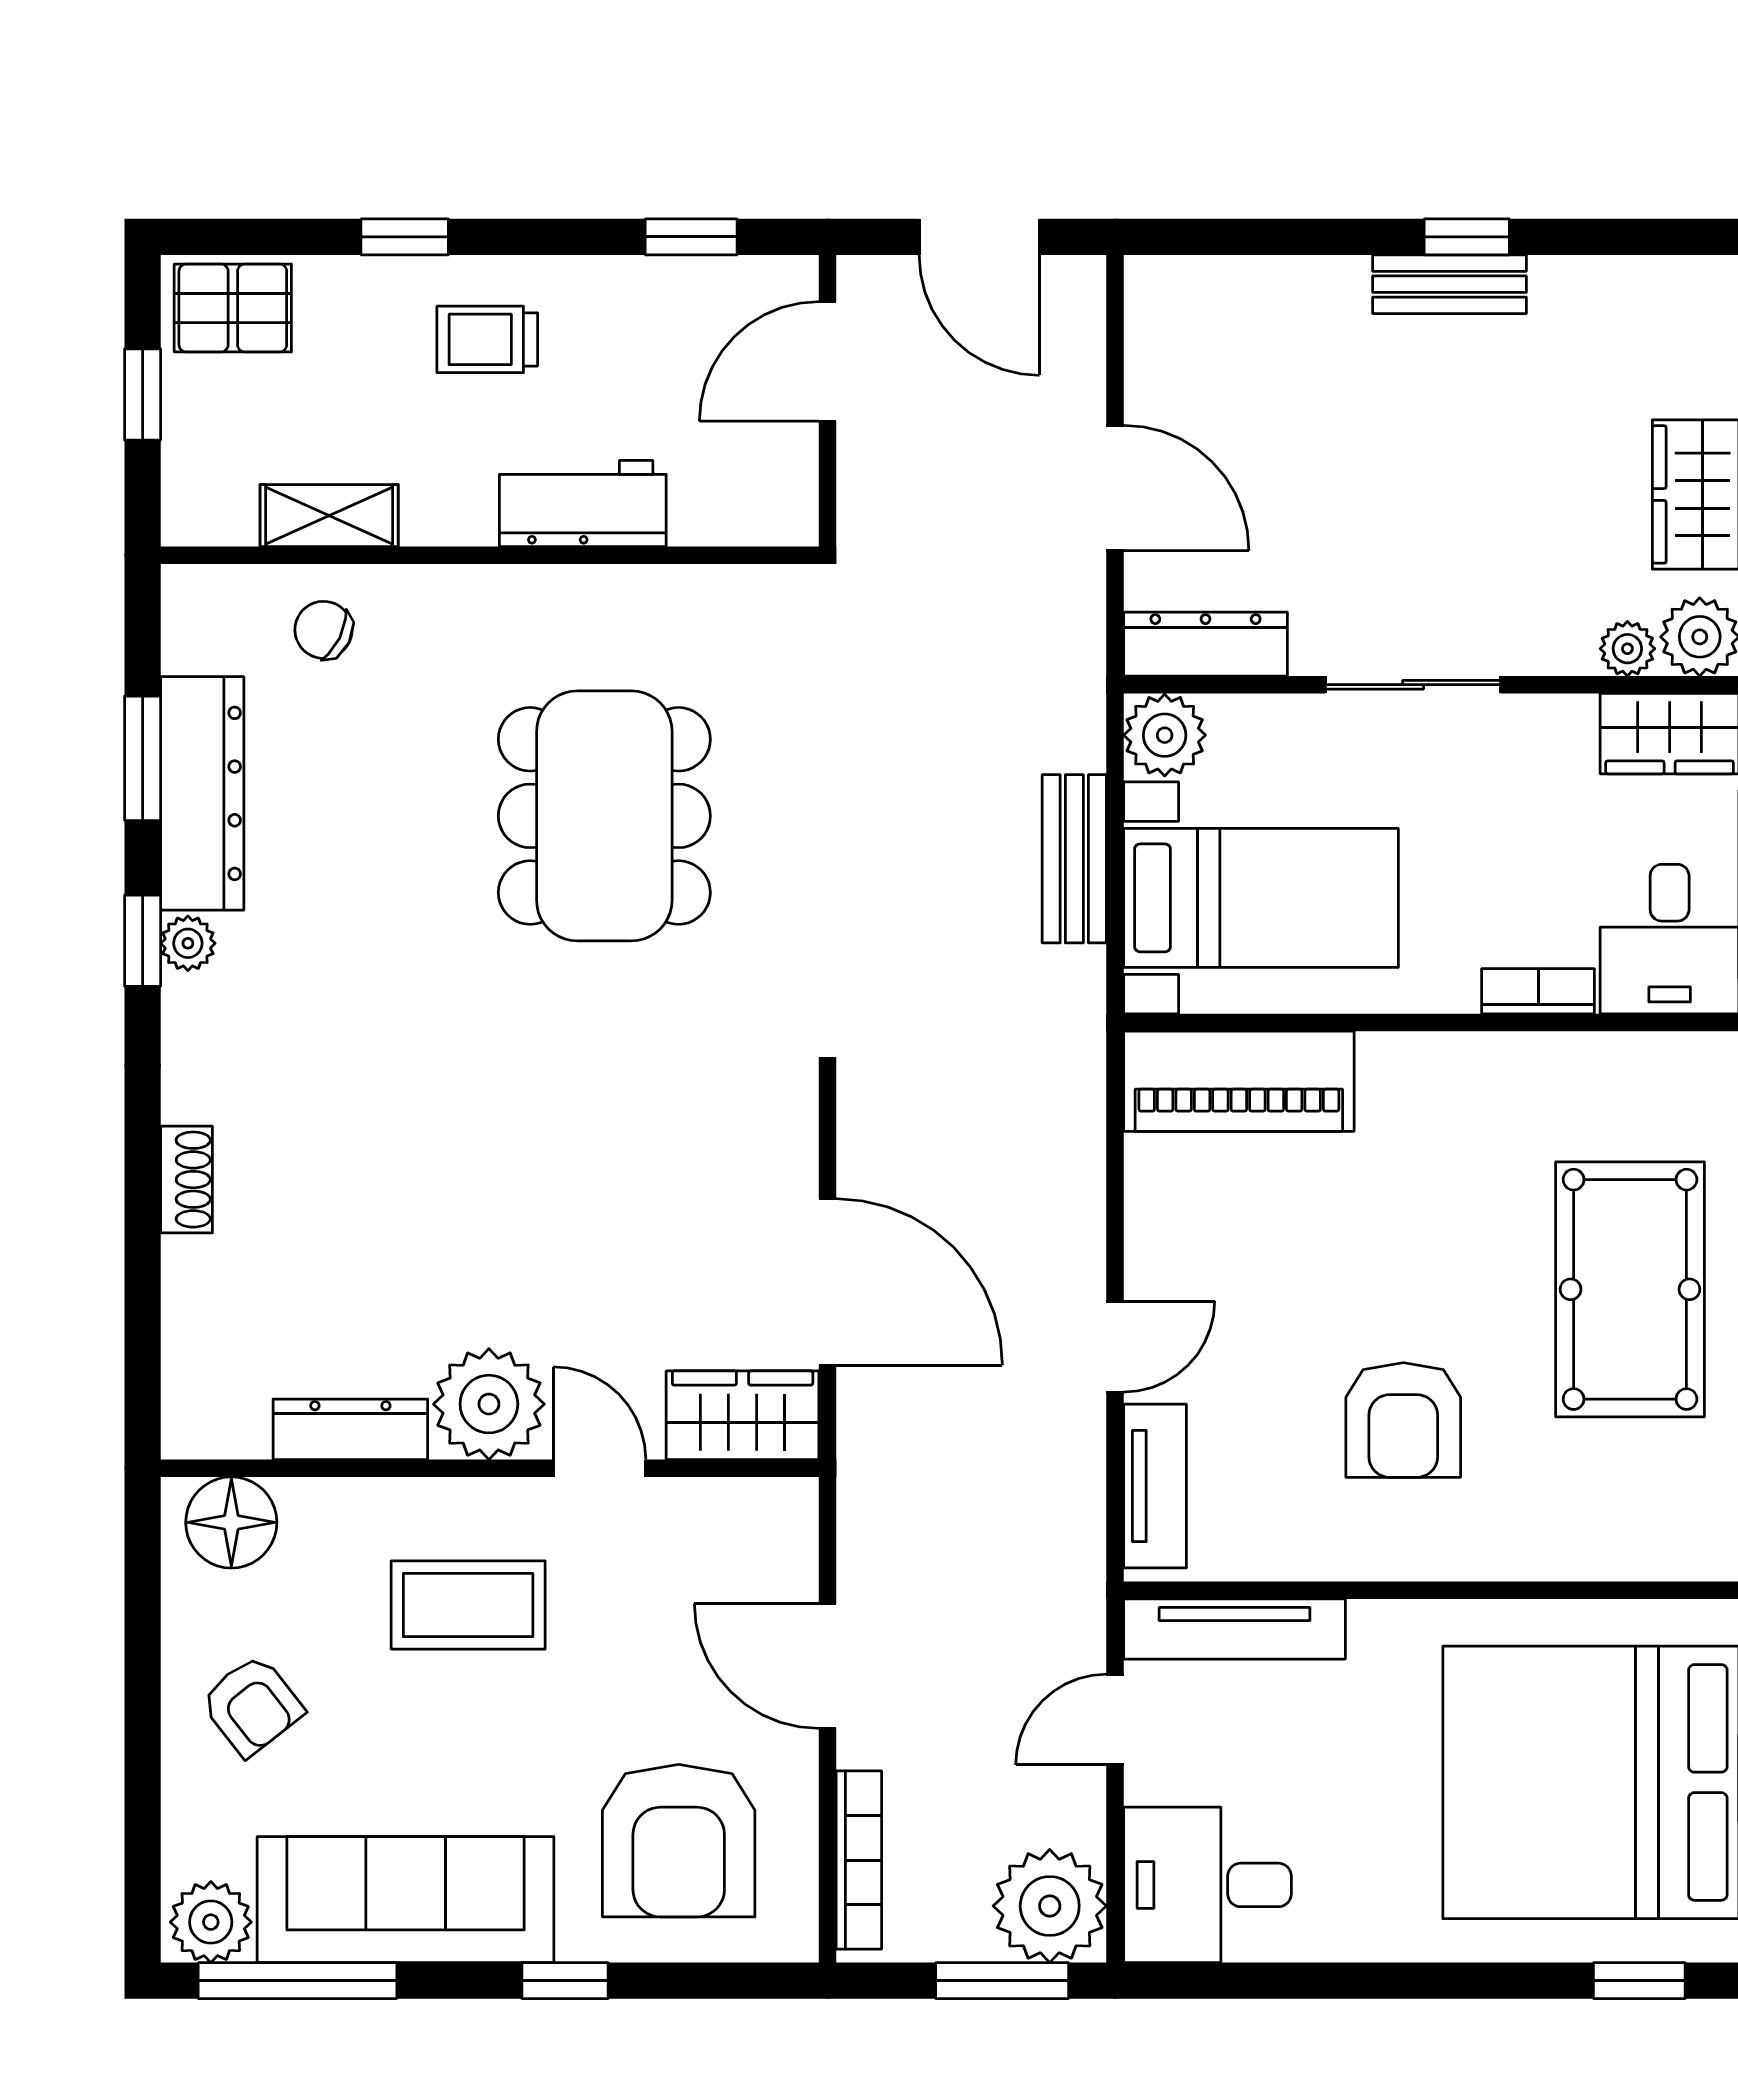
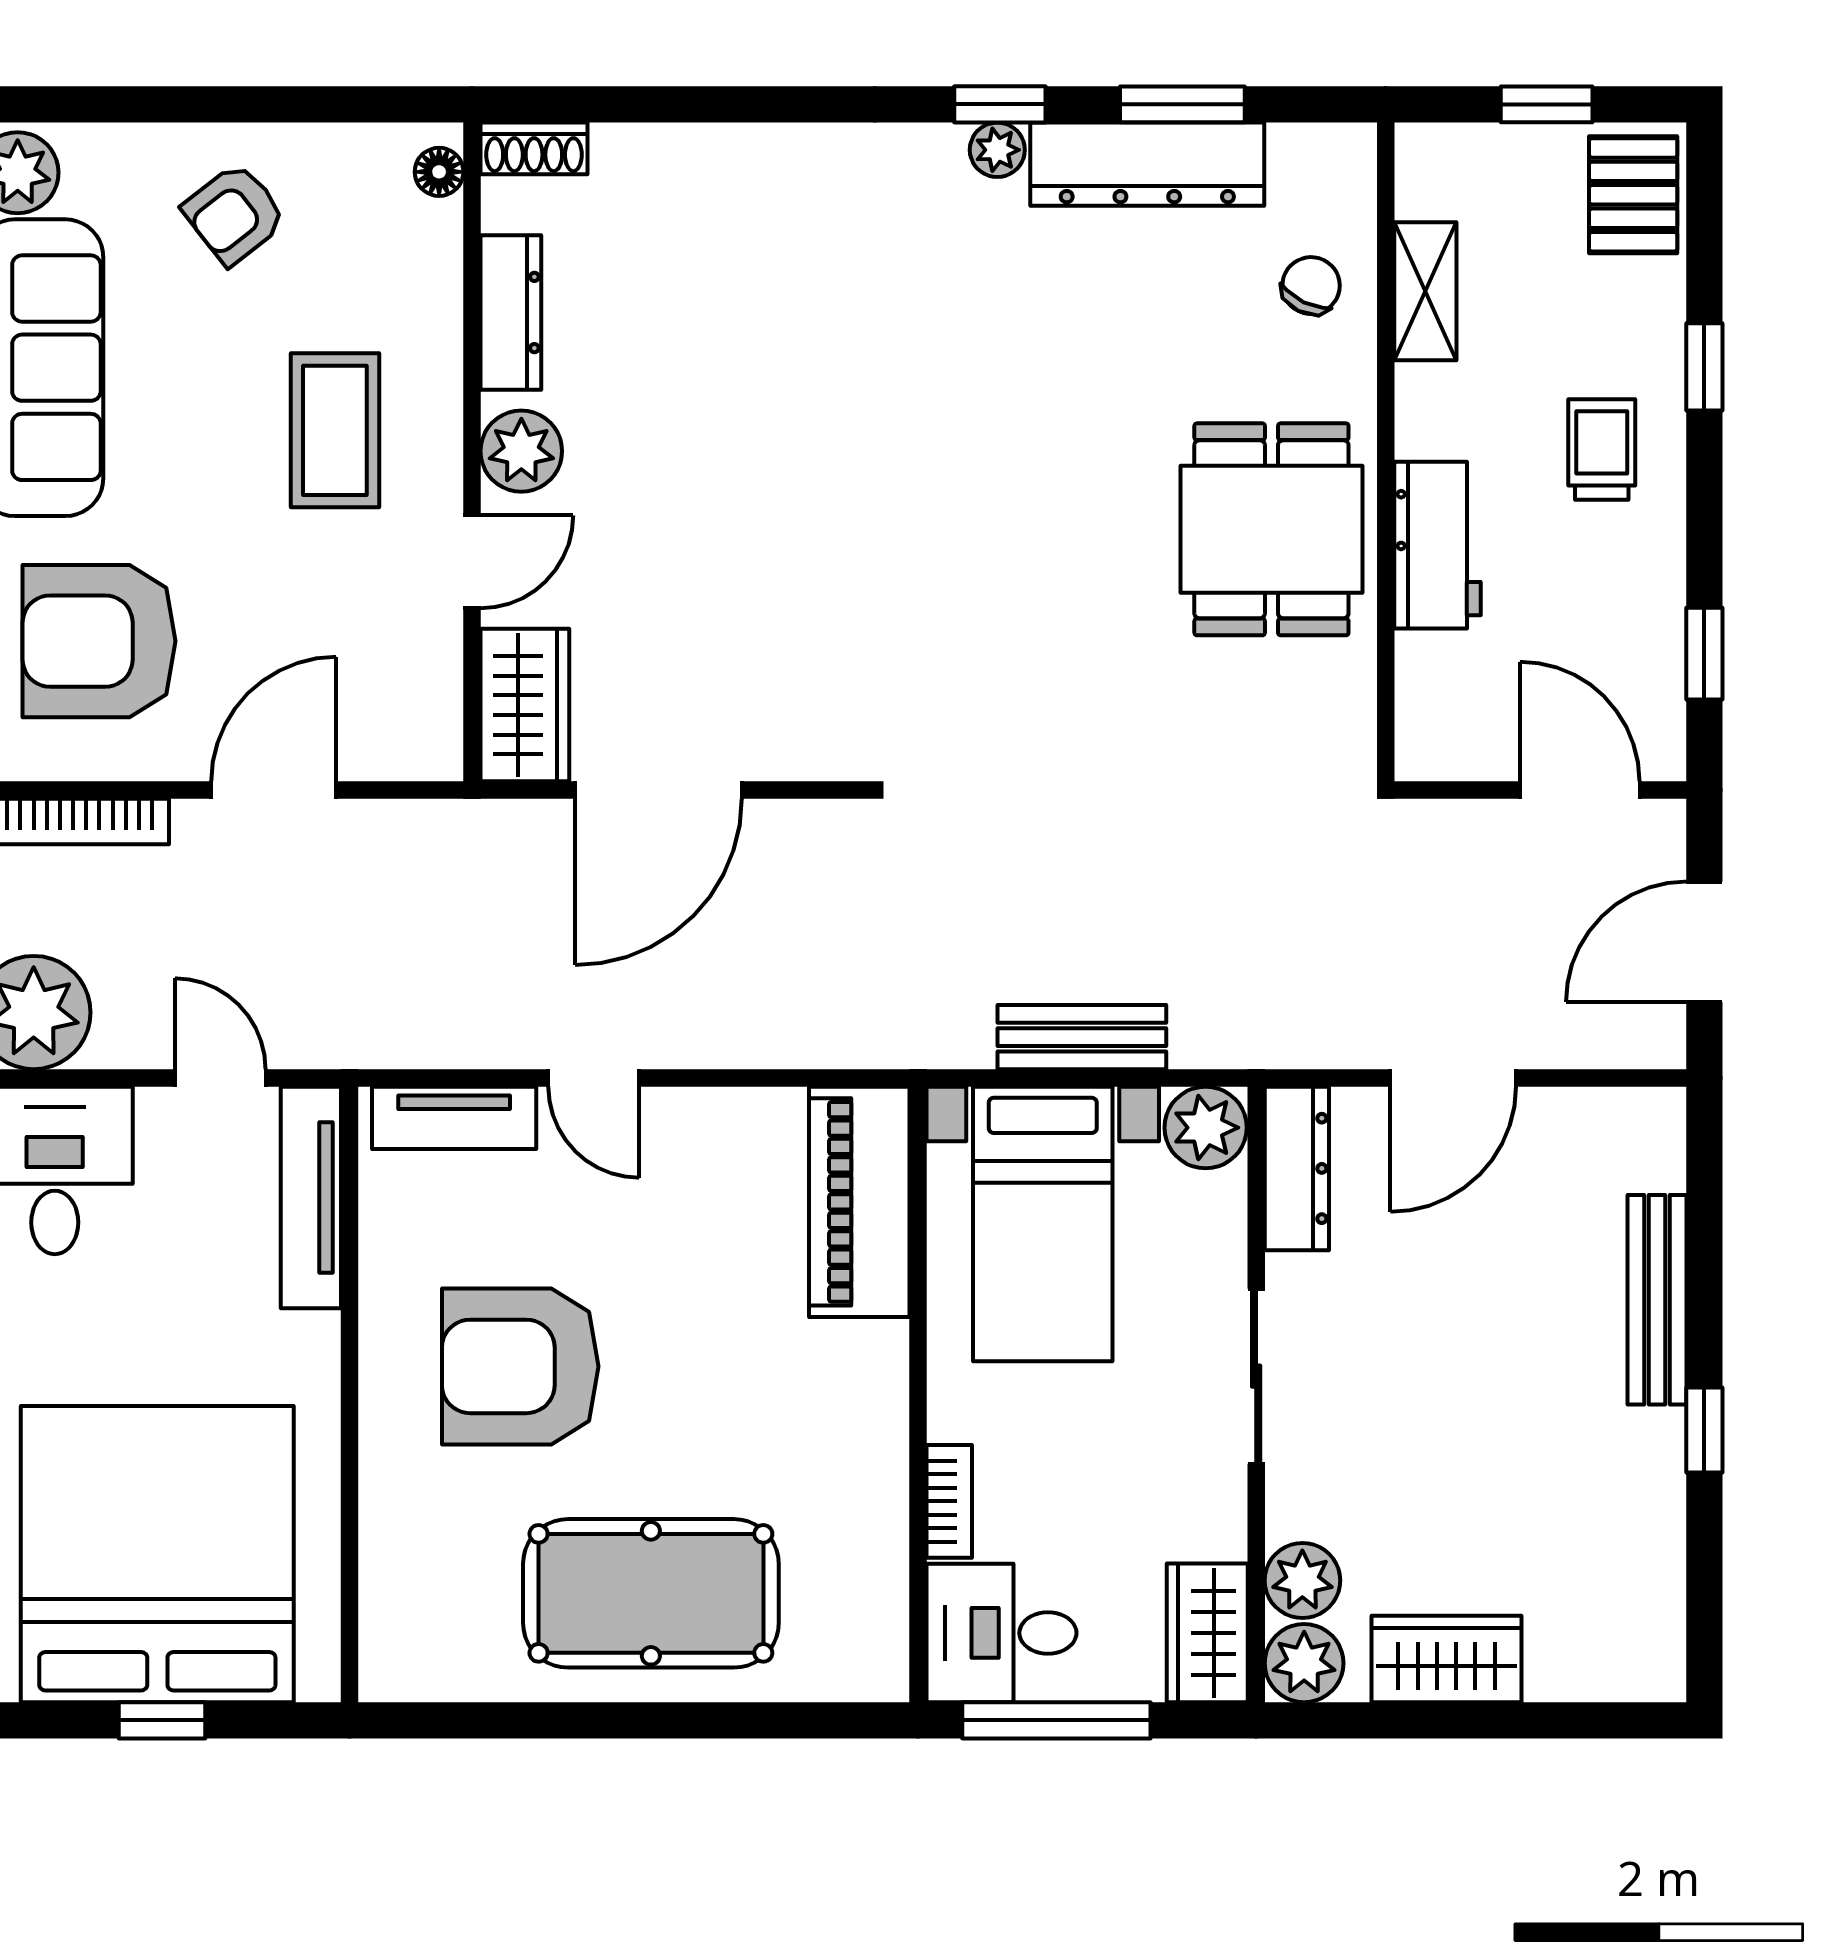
bench: (1450, 284) -> (1657, 1300), moved, width x1.36
plant: (1627, 649) -> (1302, 1580), width x1.38, depth x1.38
dining table: (604, 816) -> (1271, 529), moved, width x0.73
shoe rack: (186, 1180) -> (534, 148), moved
plant: (489, 1404) -> (521, 451), width x0.73, depth x0.73
armchair: (1403, 1420) -> (520, 1366), width x1.36, depth x1.36
floor lamp: (231, 1522) -> (439, 172), width x0.53, depth x0.53

